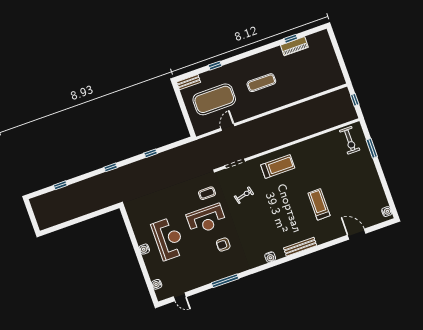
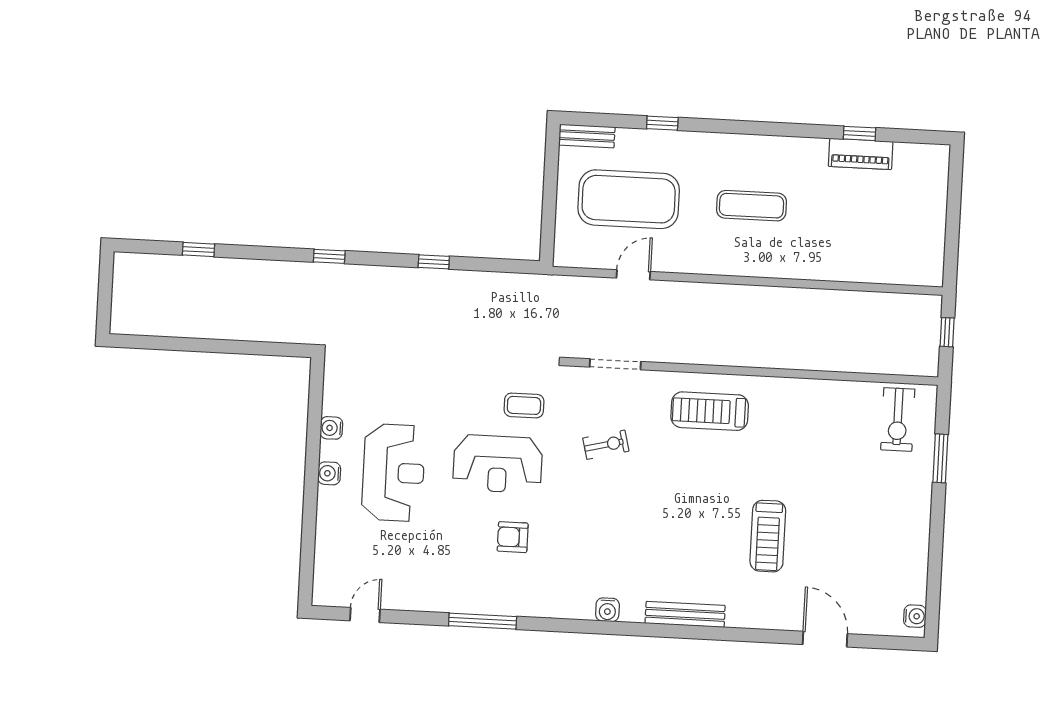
treadmill: (278, 166) -> (710, 411), turned 180
treadmill: (319, 204) -> (768, 536), turned 180
water cooler: (157, 284) -> (331, 428), moved
door: (180, 297) -> (365, 615), swing flipped

